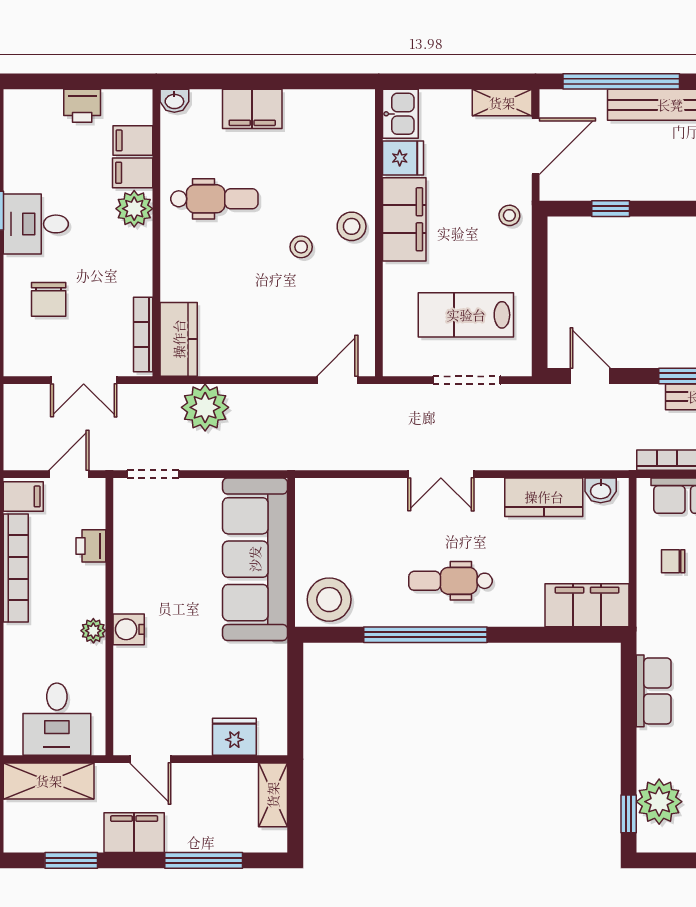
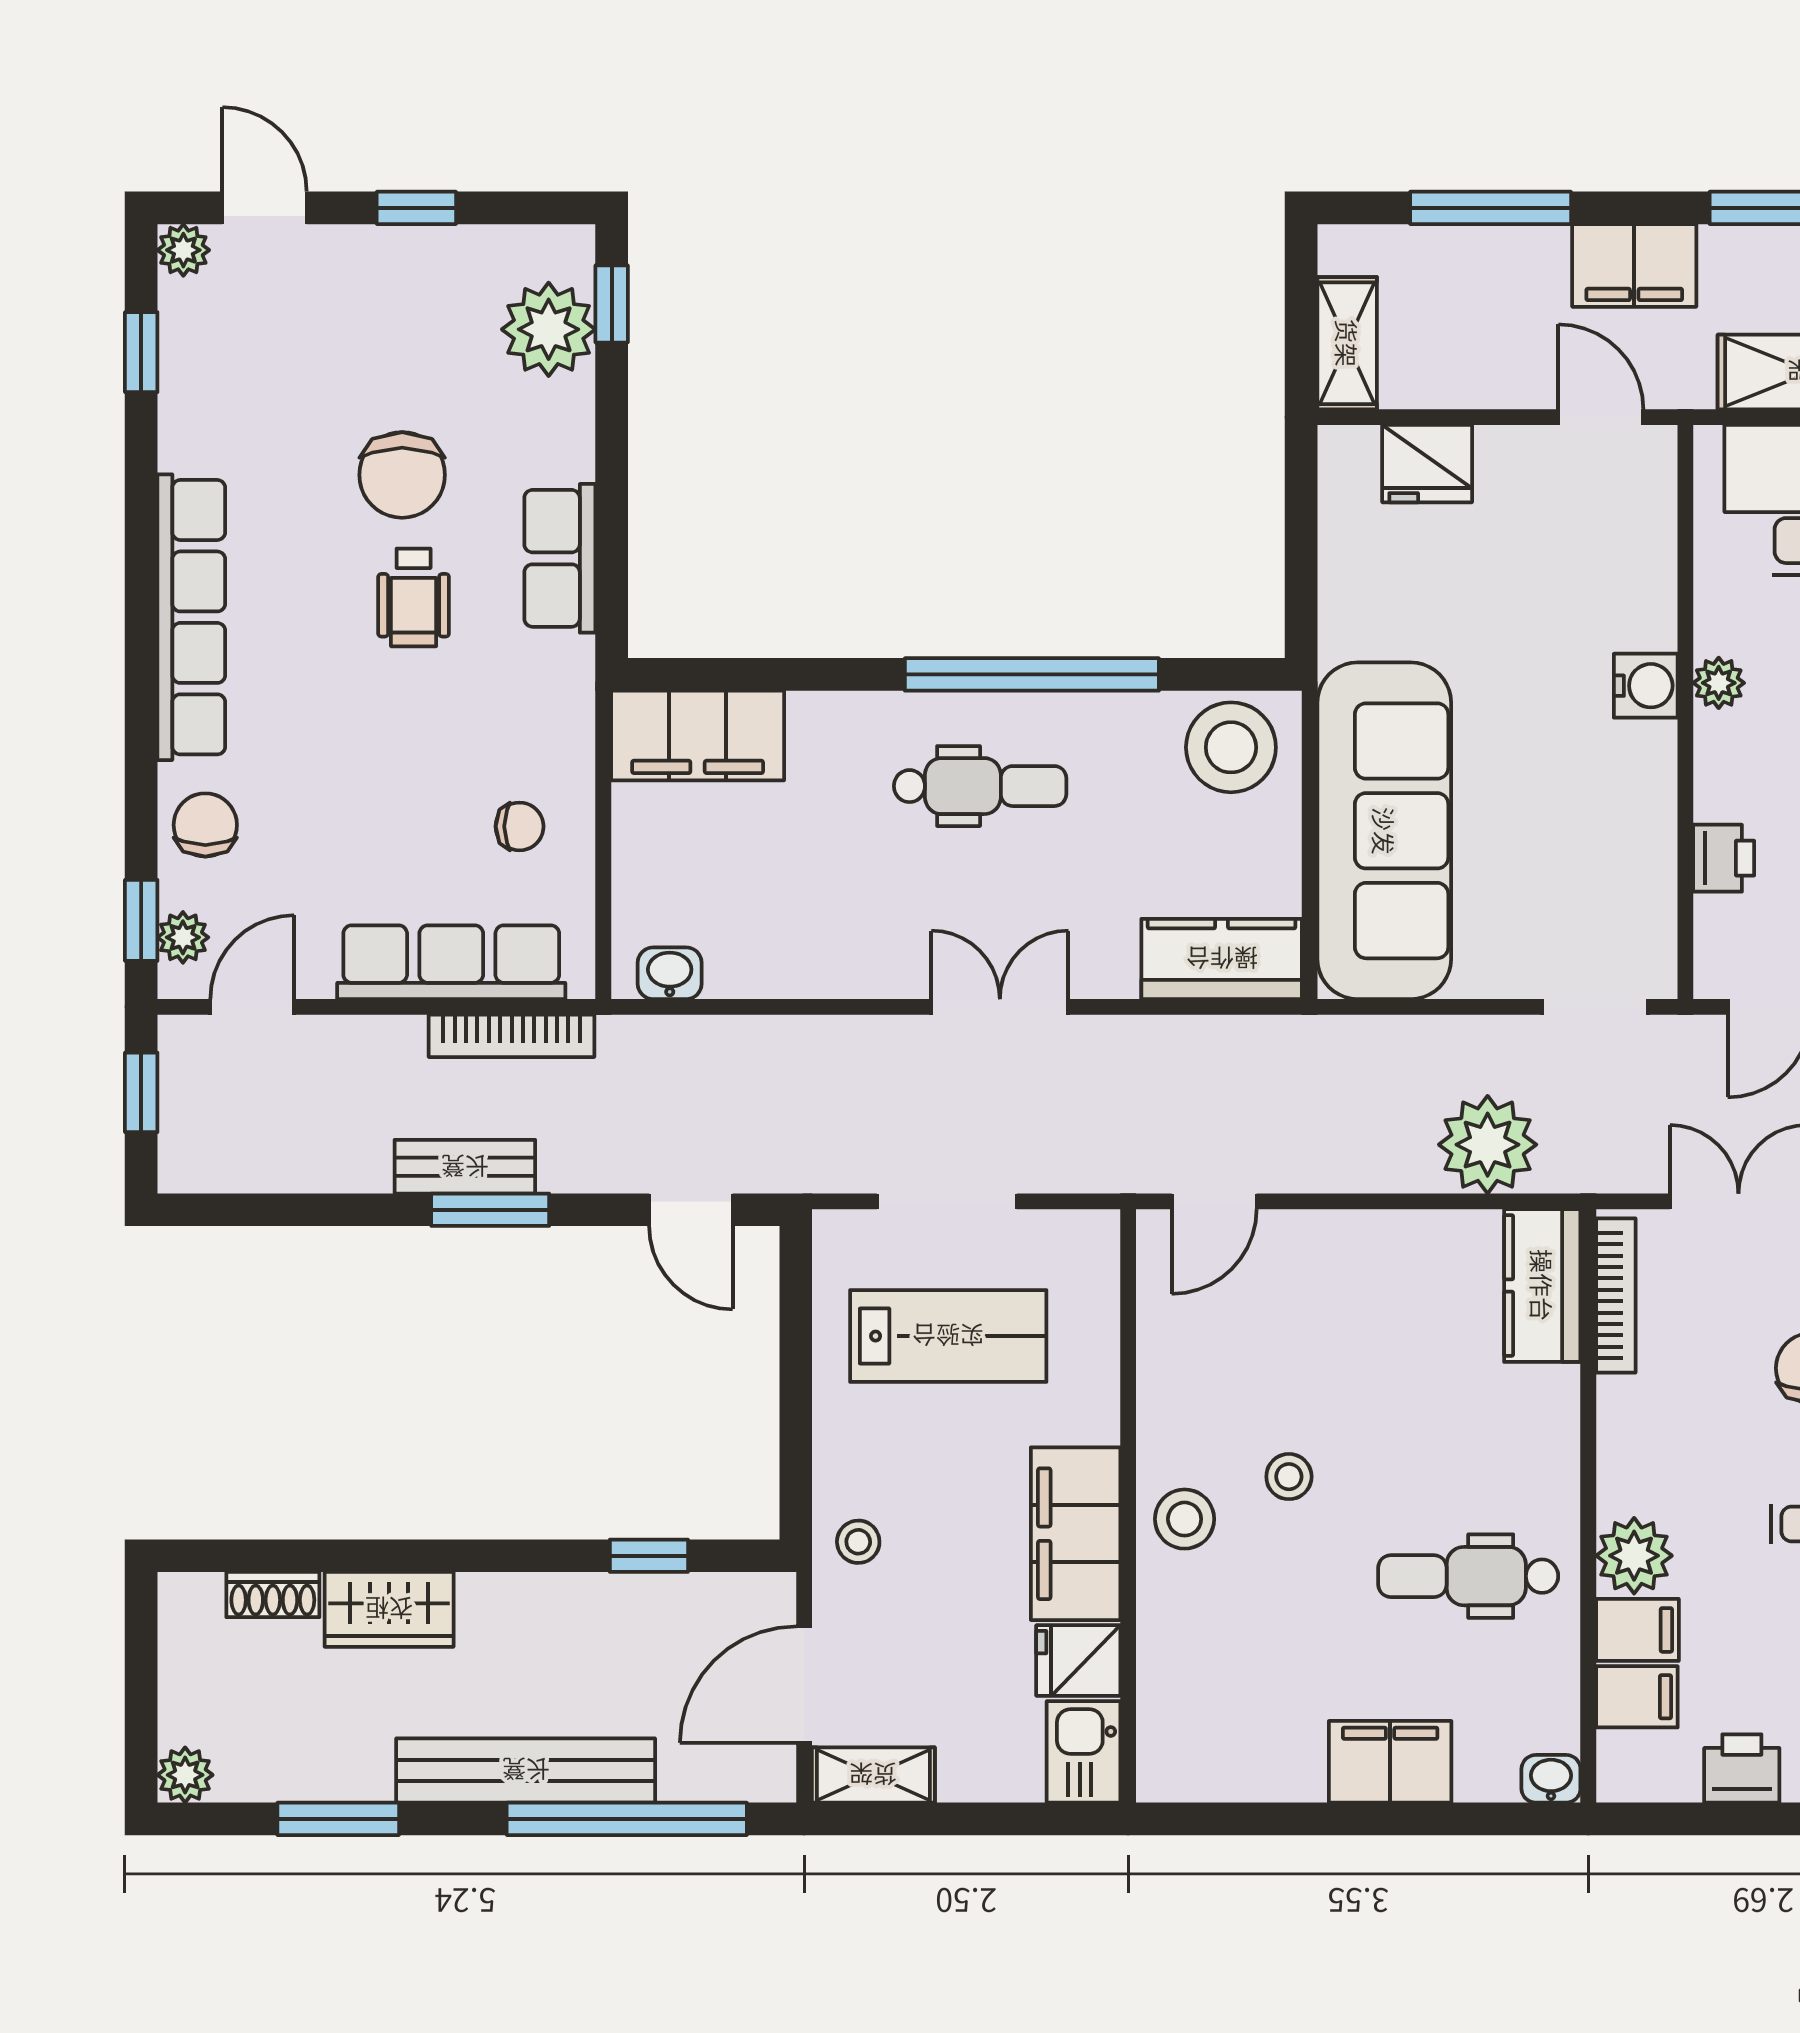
kitchen counter: (544, 497) -> (1222, 959), moved

